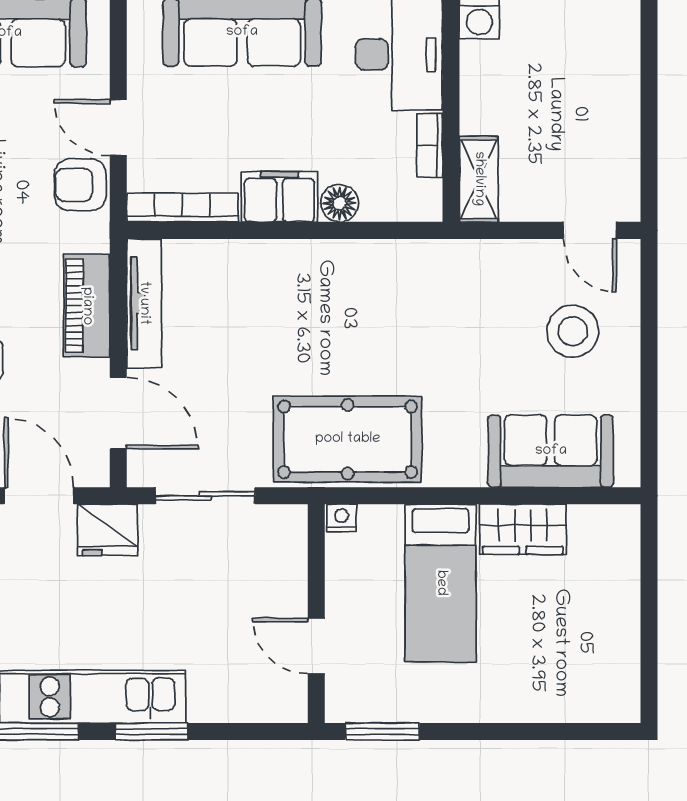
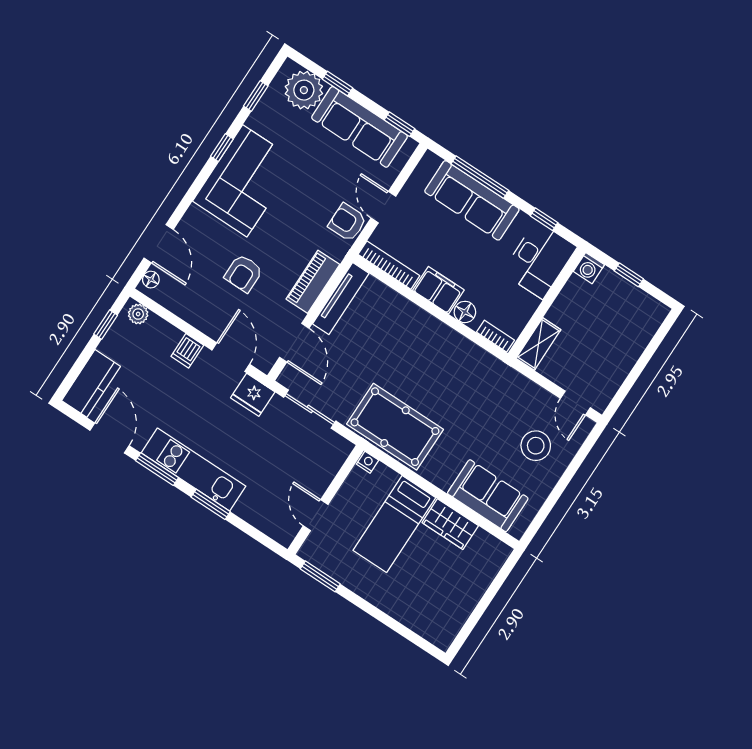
bookcase: (430, 145) -> (495, 336), moved, turned 90

